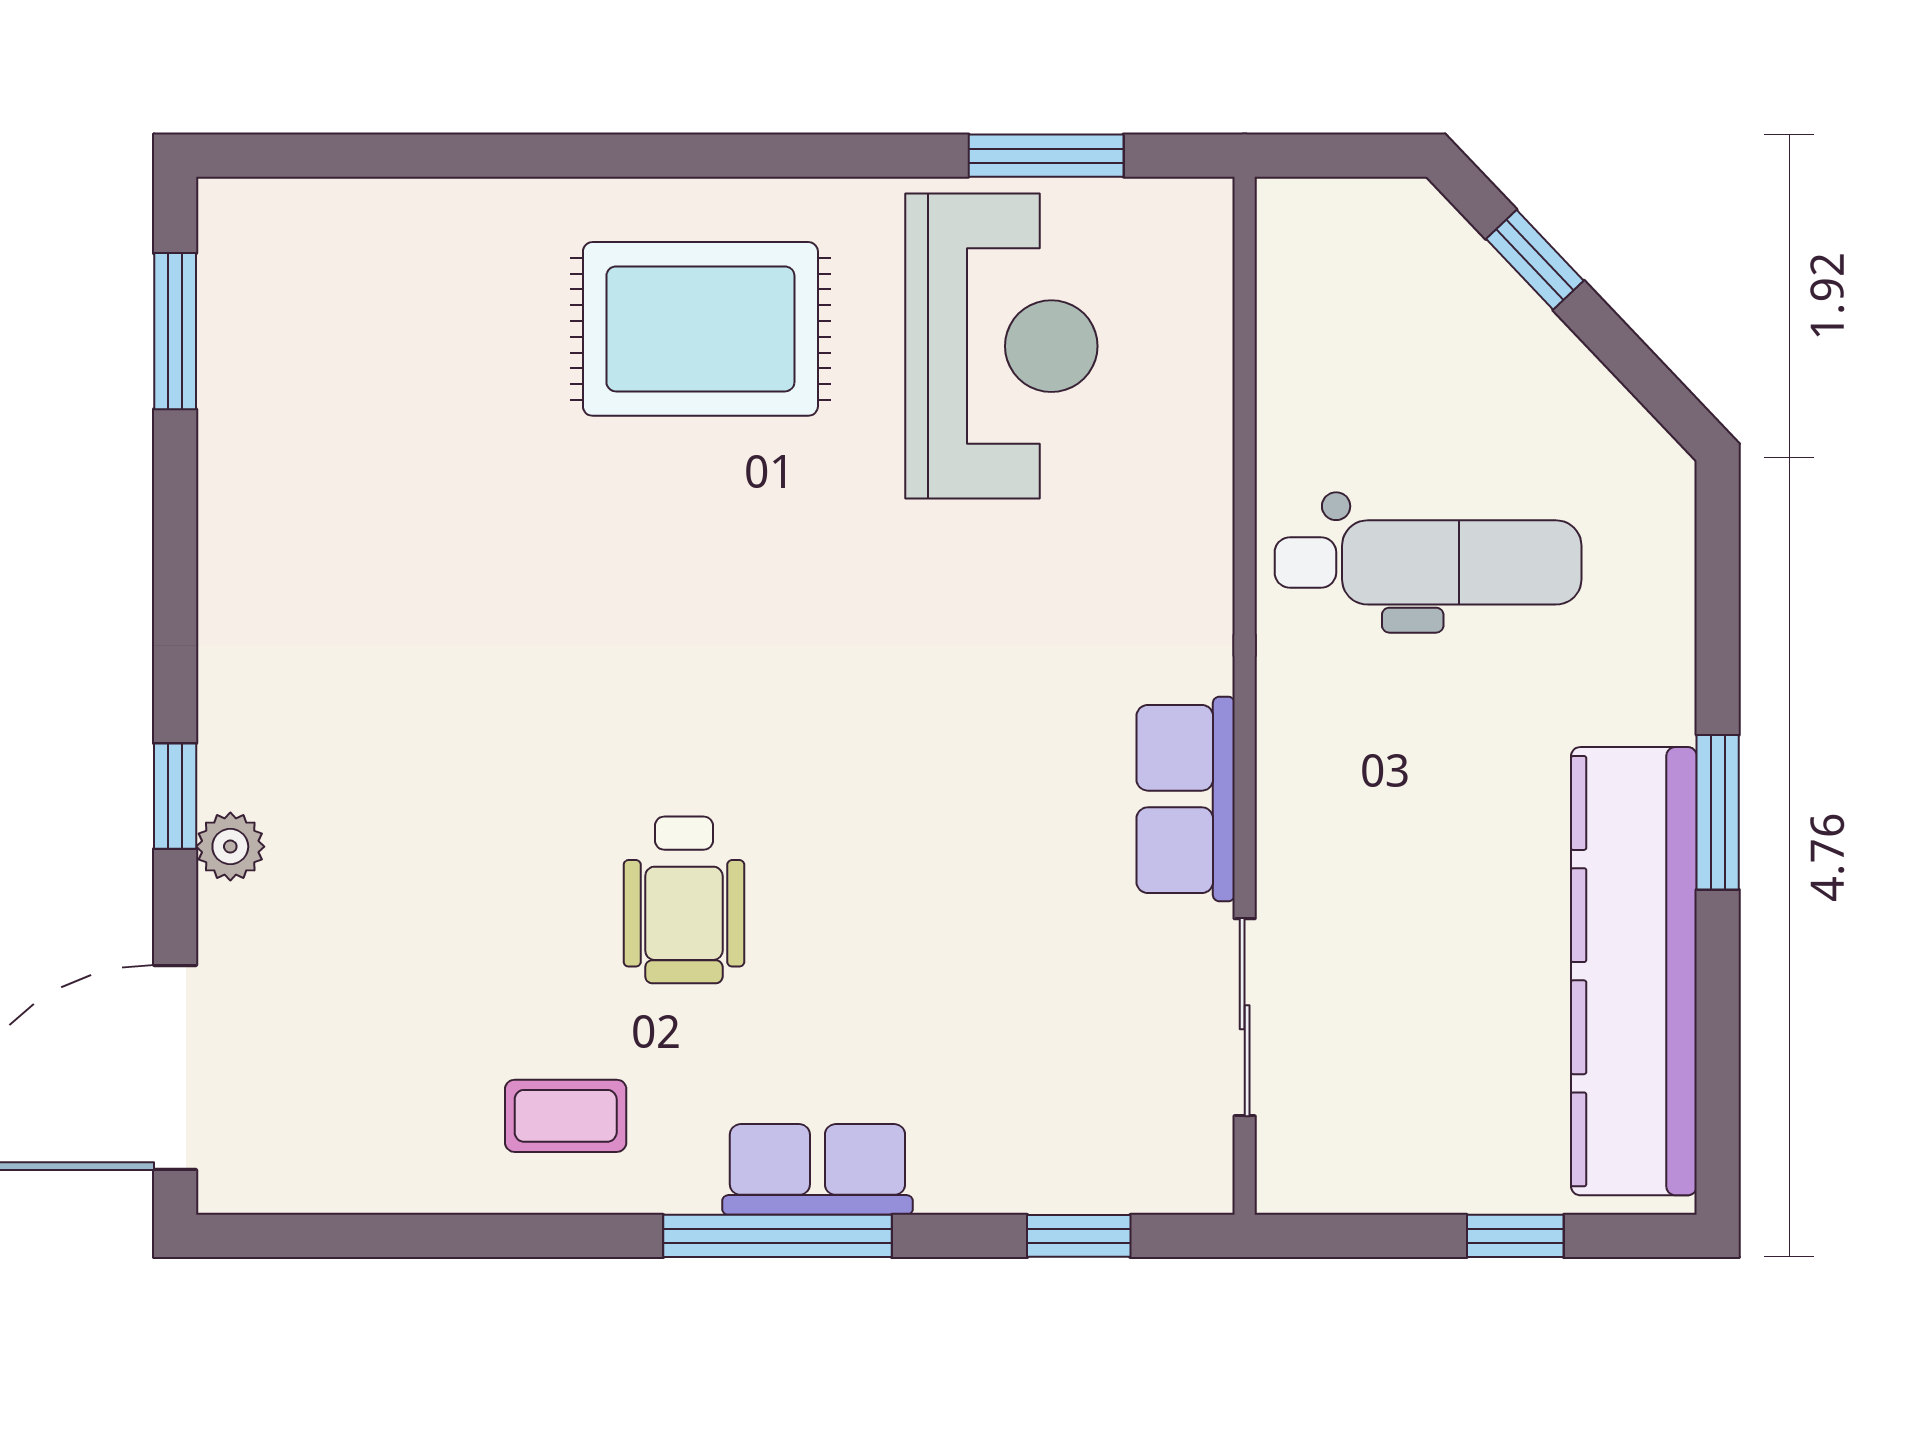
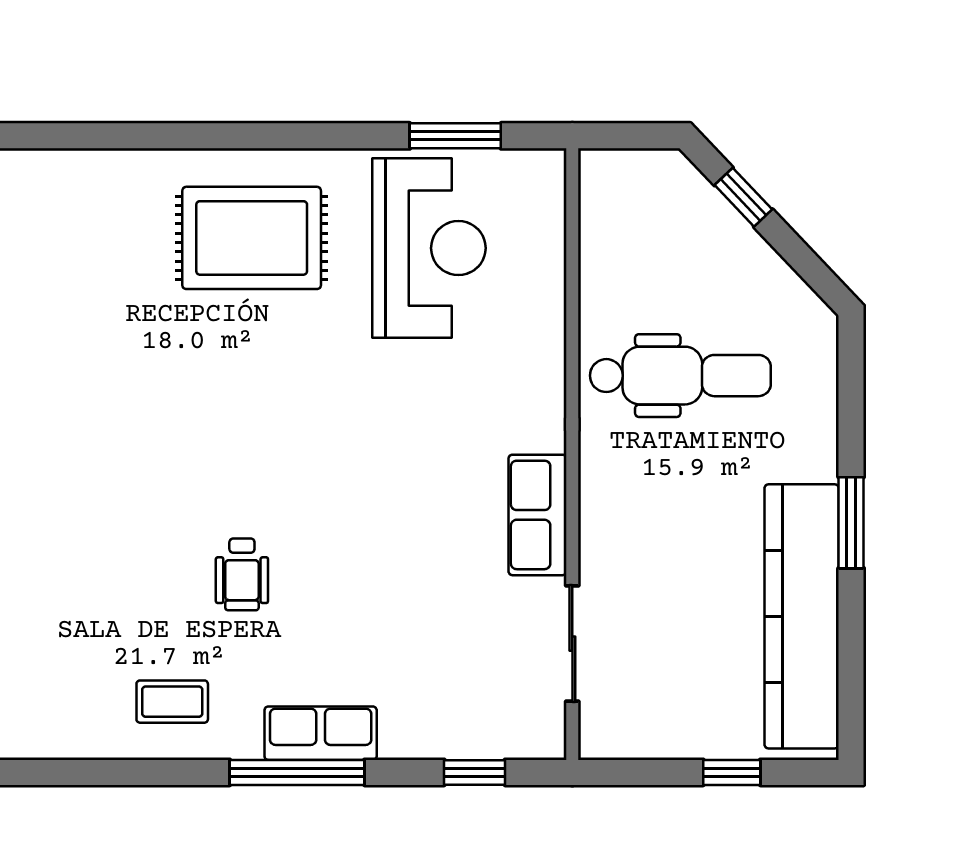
wheelchair: (684, 900) -> (242, 574), width x0.73, depth x0.73

